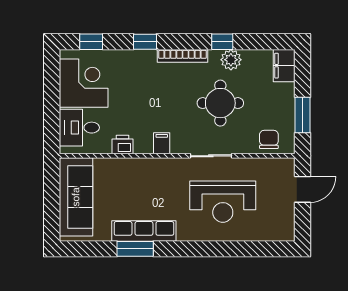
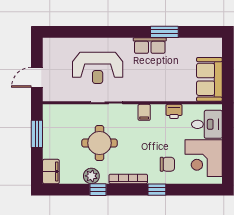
window: (91, 42) -> (198, 190), removed
chair: (269, 139) -> (167, 164), moved, turned -90
sofa: (76, 197) -> (209, 79), width x0.73
reception desk: (223, 202) -> (98, 68), turned 180
row of seats: (144, 231) -> (150, 46), width x0.68

